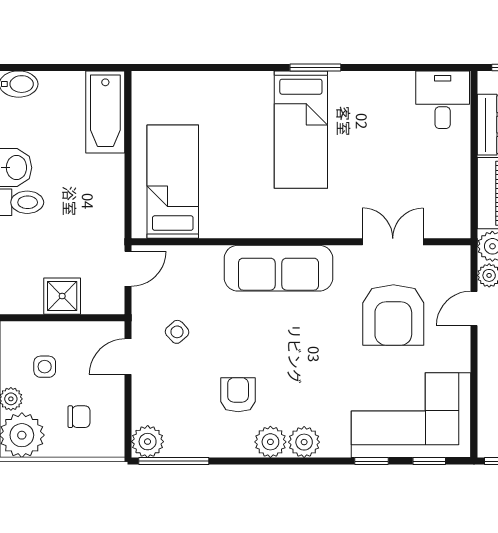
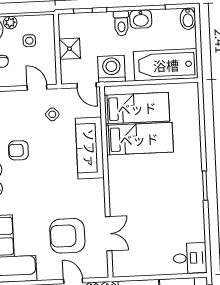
bathtub: (105, 112) -> (166, 65), width x1.36, depth x1.36
bed: (301, 130) -> (139, 139), moved, turned 180
washing machine: (101, 223) -> (111, 69), added
sofa: (278, 268) -> (90, 148), moved
armchair: (238, 395) -> (18, 150), turned 180

